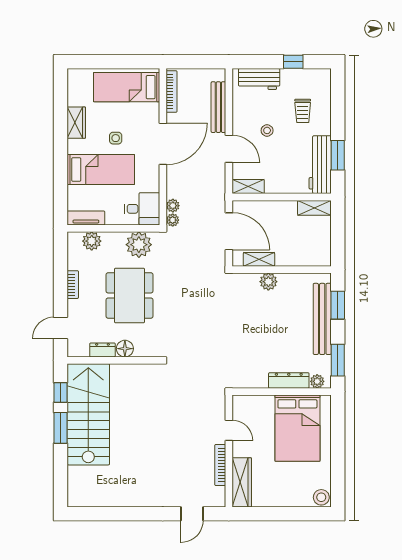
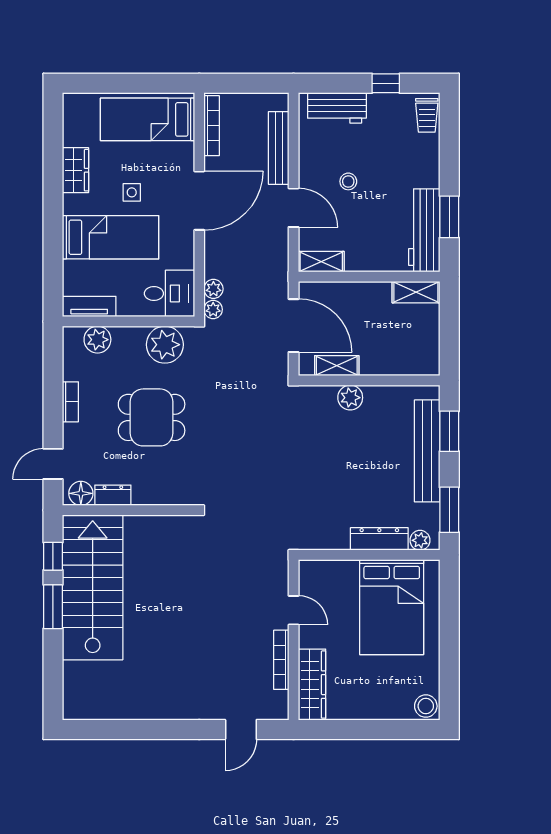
trolley: (303, 111) -> (427, 115), moved
dining table: (129, 295) -> (152, 417), width x0.73
floor lamp: (125, 349) -> (81, 493), moved

